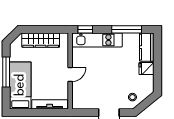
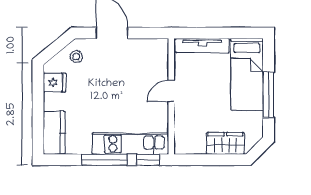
window: (127, 29) -> (105, 160), moved
wardrobe: (41, 40) -> (225, 143), width x0.67
fridge: (147, 68) -> (55, 83), moved

